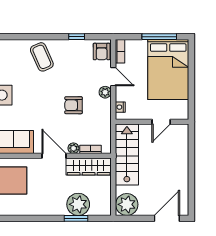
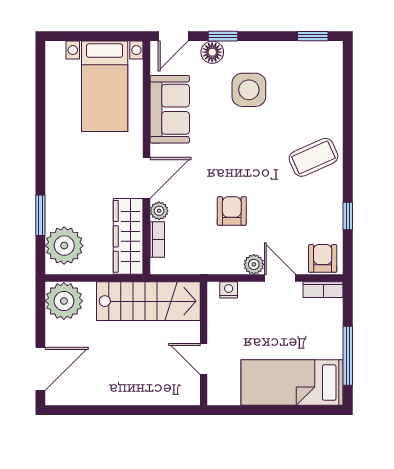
armchair: (102, 51) -> (323, 258), turned 90
bed: (168, 70) -> (292, 383), width x0.67
door: (113, 77) -> (280, 278), swing flipped
plant: (78, 204) -> (64, 246), moved
door: (167, 218) -> (40, 369), hinge flipped

